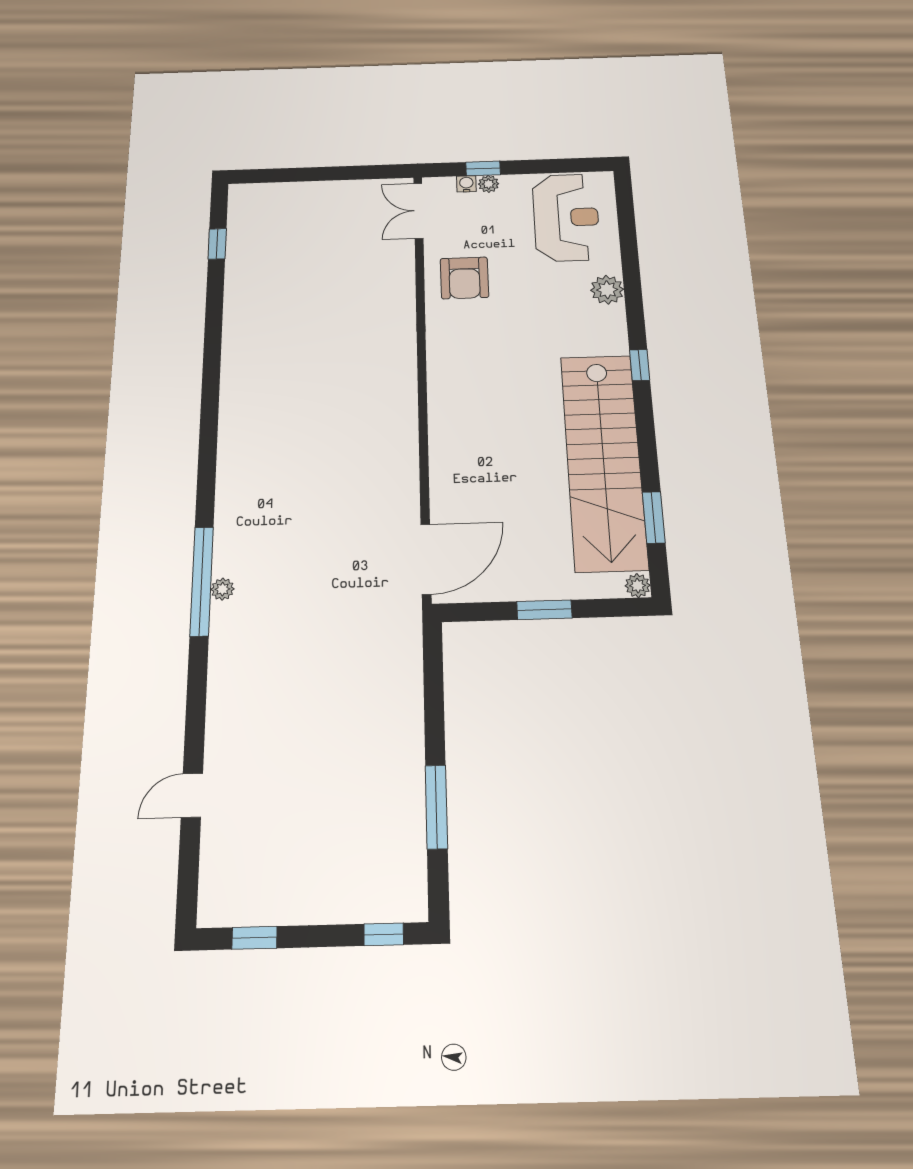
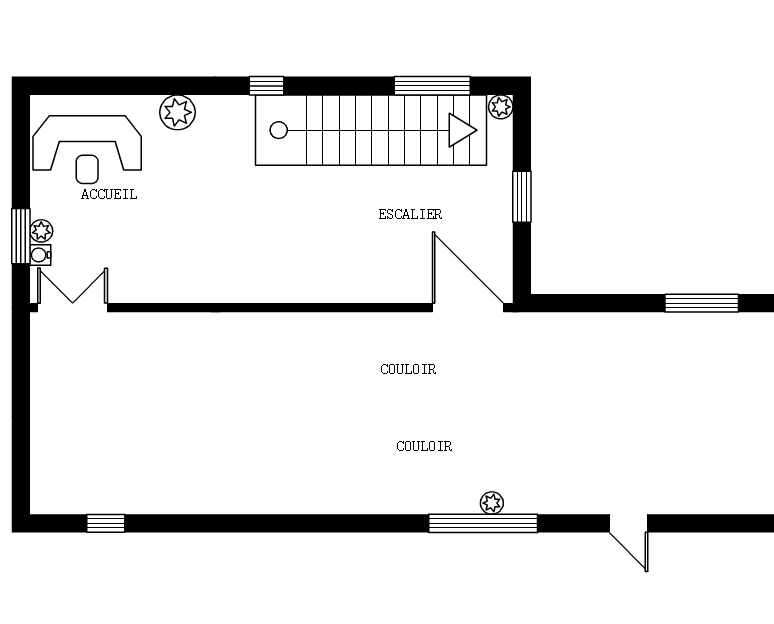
window: (483, 168) -> (21, 236), width x1.50
double door: (418, 211) -> (73, 308), swing flipped
reception desk: (566, 217) -> (87, 150), turned 180
armchair: (464, 278) -> (158, 261), removed
window: (654, 517) -> (432, 86), width x1.44
door: (192, 795) -> (628, 523), moved

